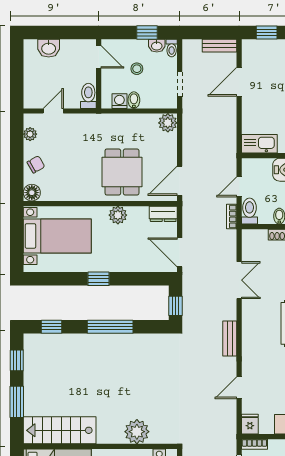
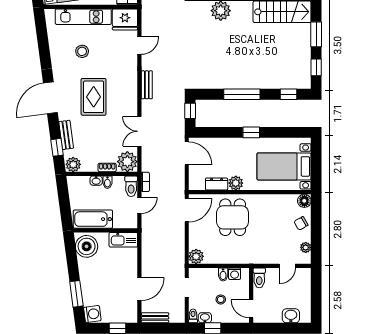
dresser: (163, 214) -> (217, 184), moved
plant: (254, 242) -> (127, 162), added
fridge: (250, 424) -> (125, 19), width x1.88, depth x1.34

